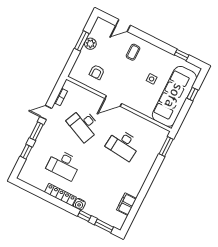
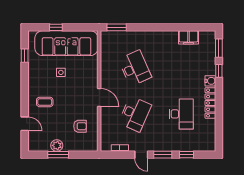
desk: (123, 145) -> (135, 68), turned -30

